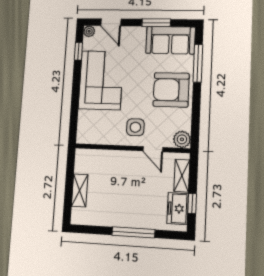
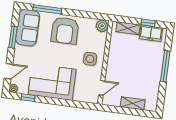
door: (153, 149) -> (102, 88), moved

